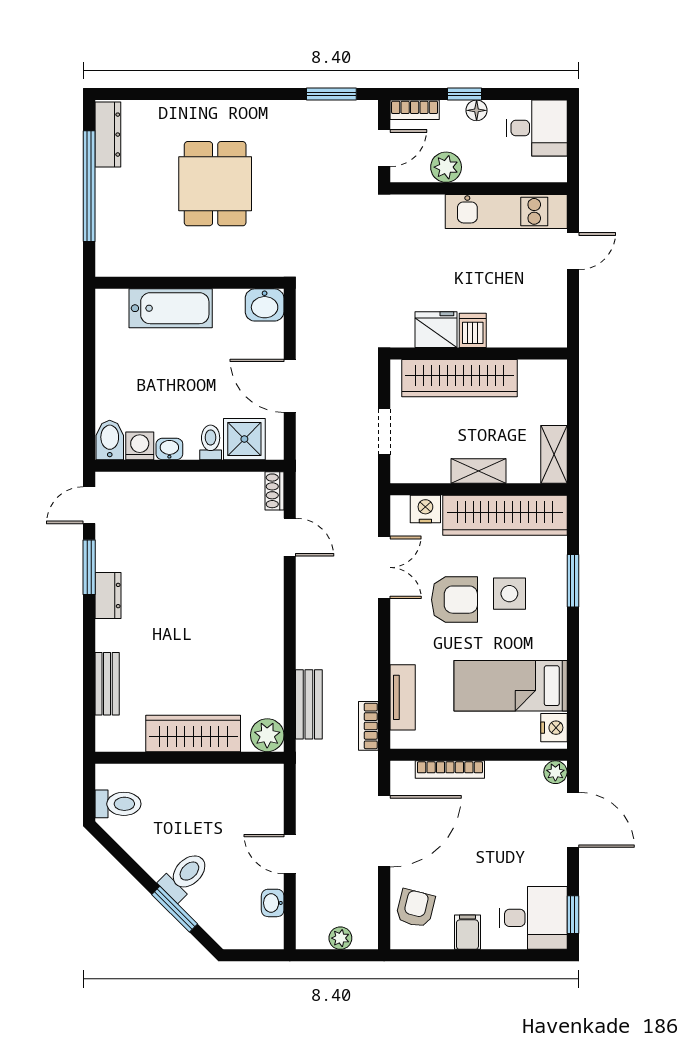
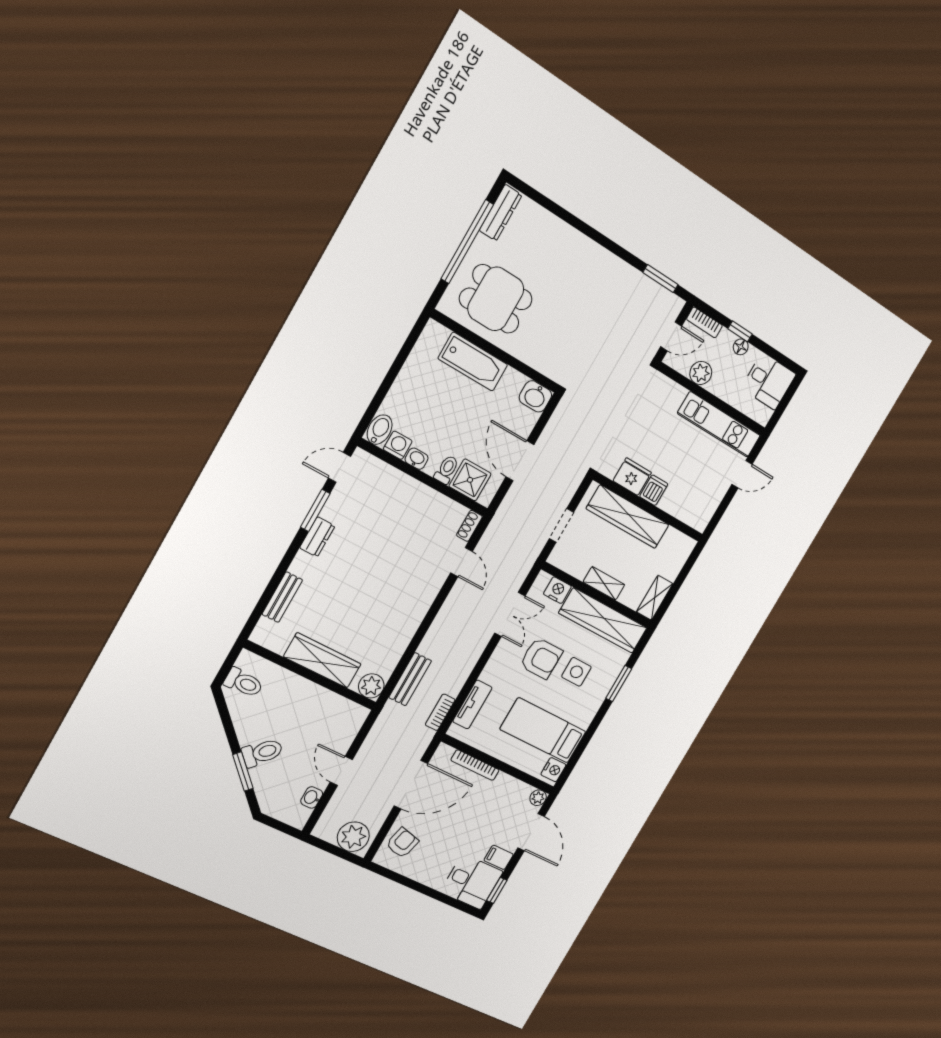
dining table: (215, 184) -> (496, 299), moved, turned 90
filing cabinet: (467, 932) -> (499, 857), moved, turned -90
plant: (340, 938) -> (353, 837), width x1.87, depth x1.87

